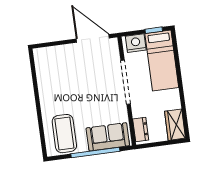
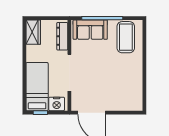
dresser: (141, 129) -> (62, 36), width x1.44

